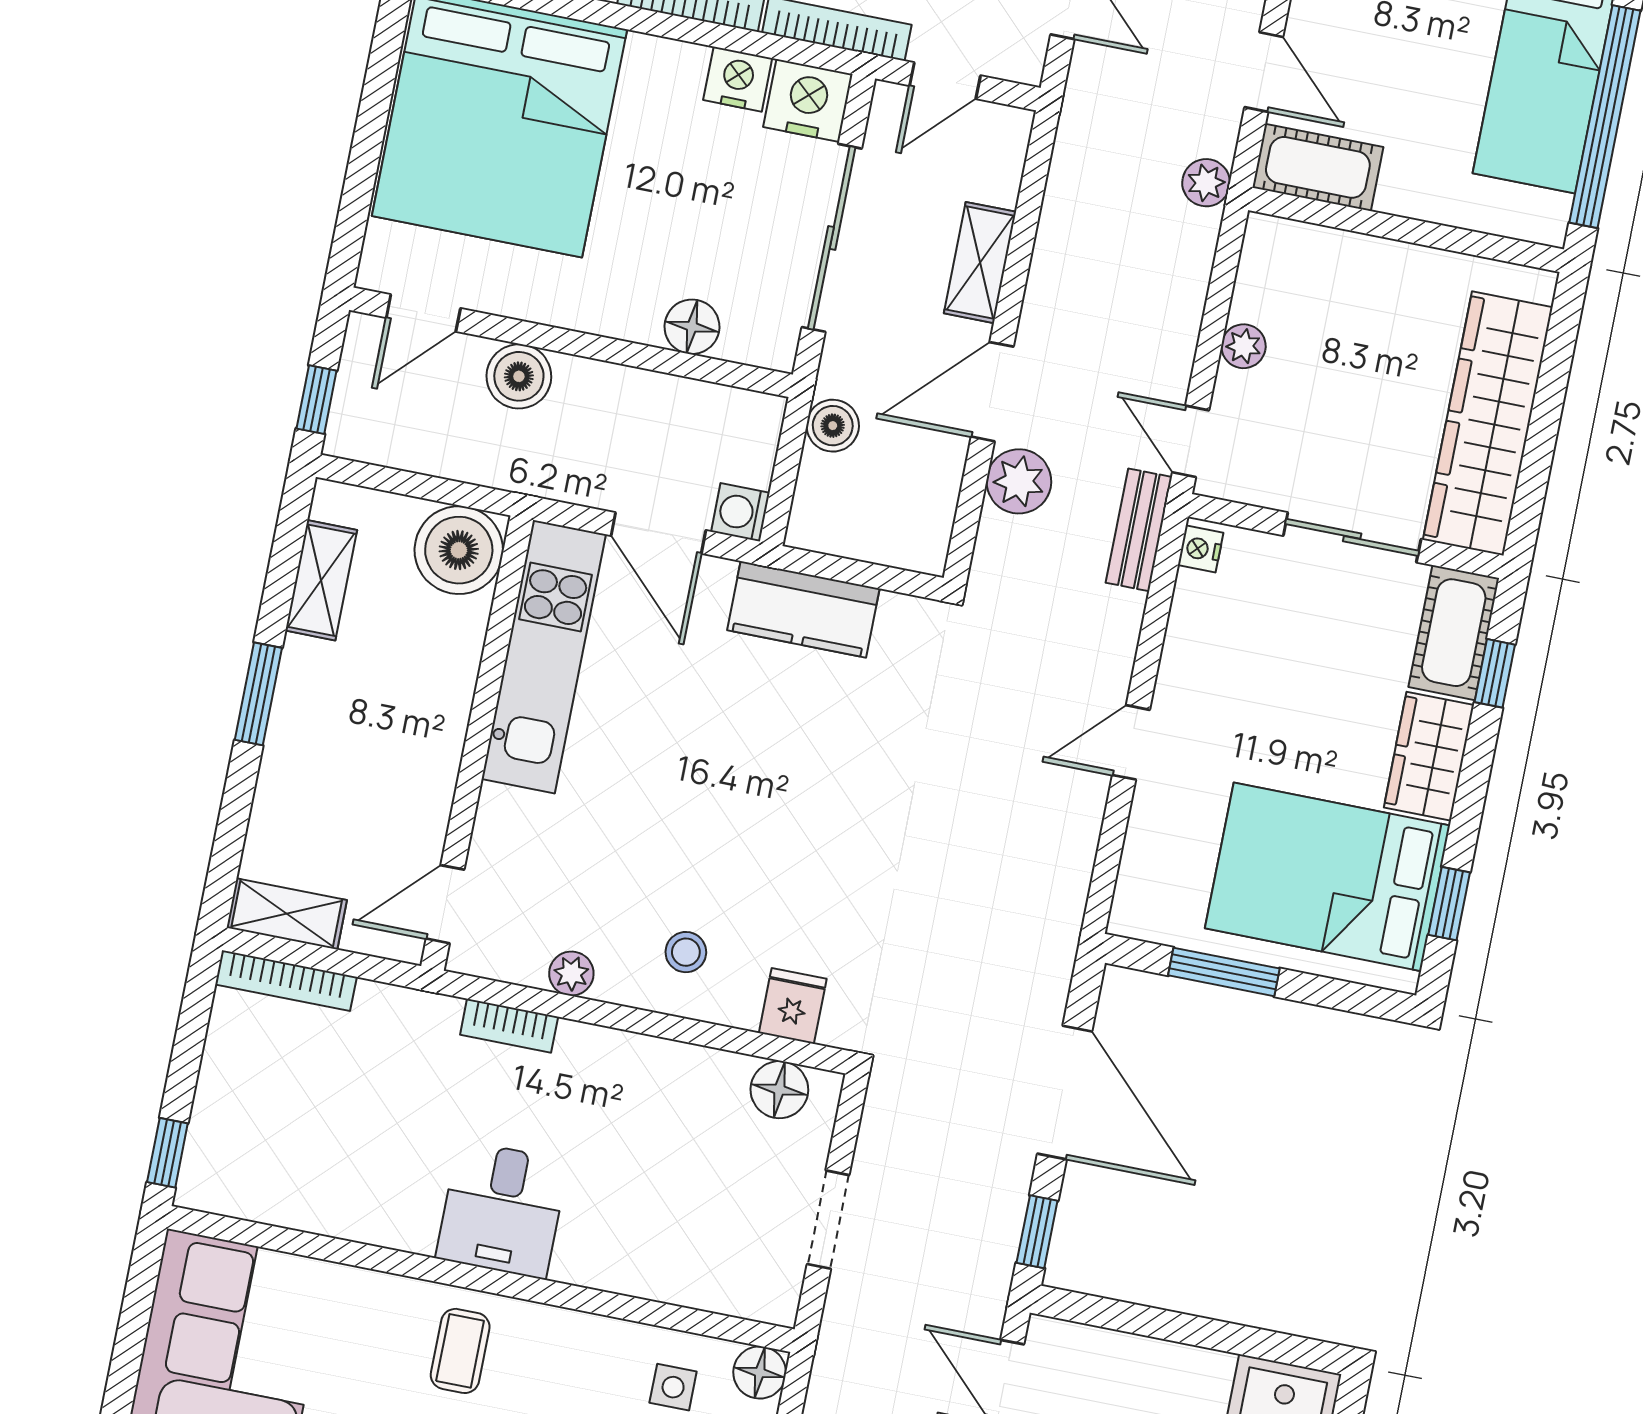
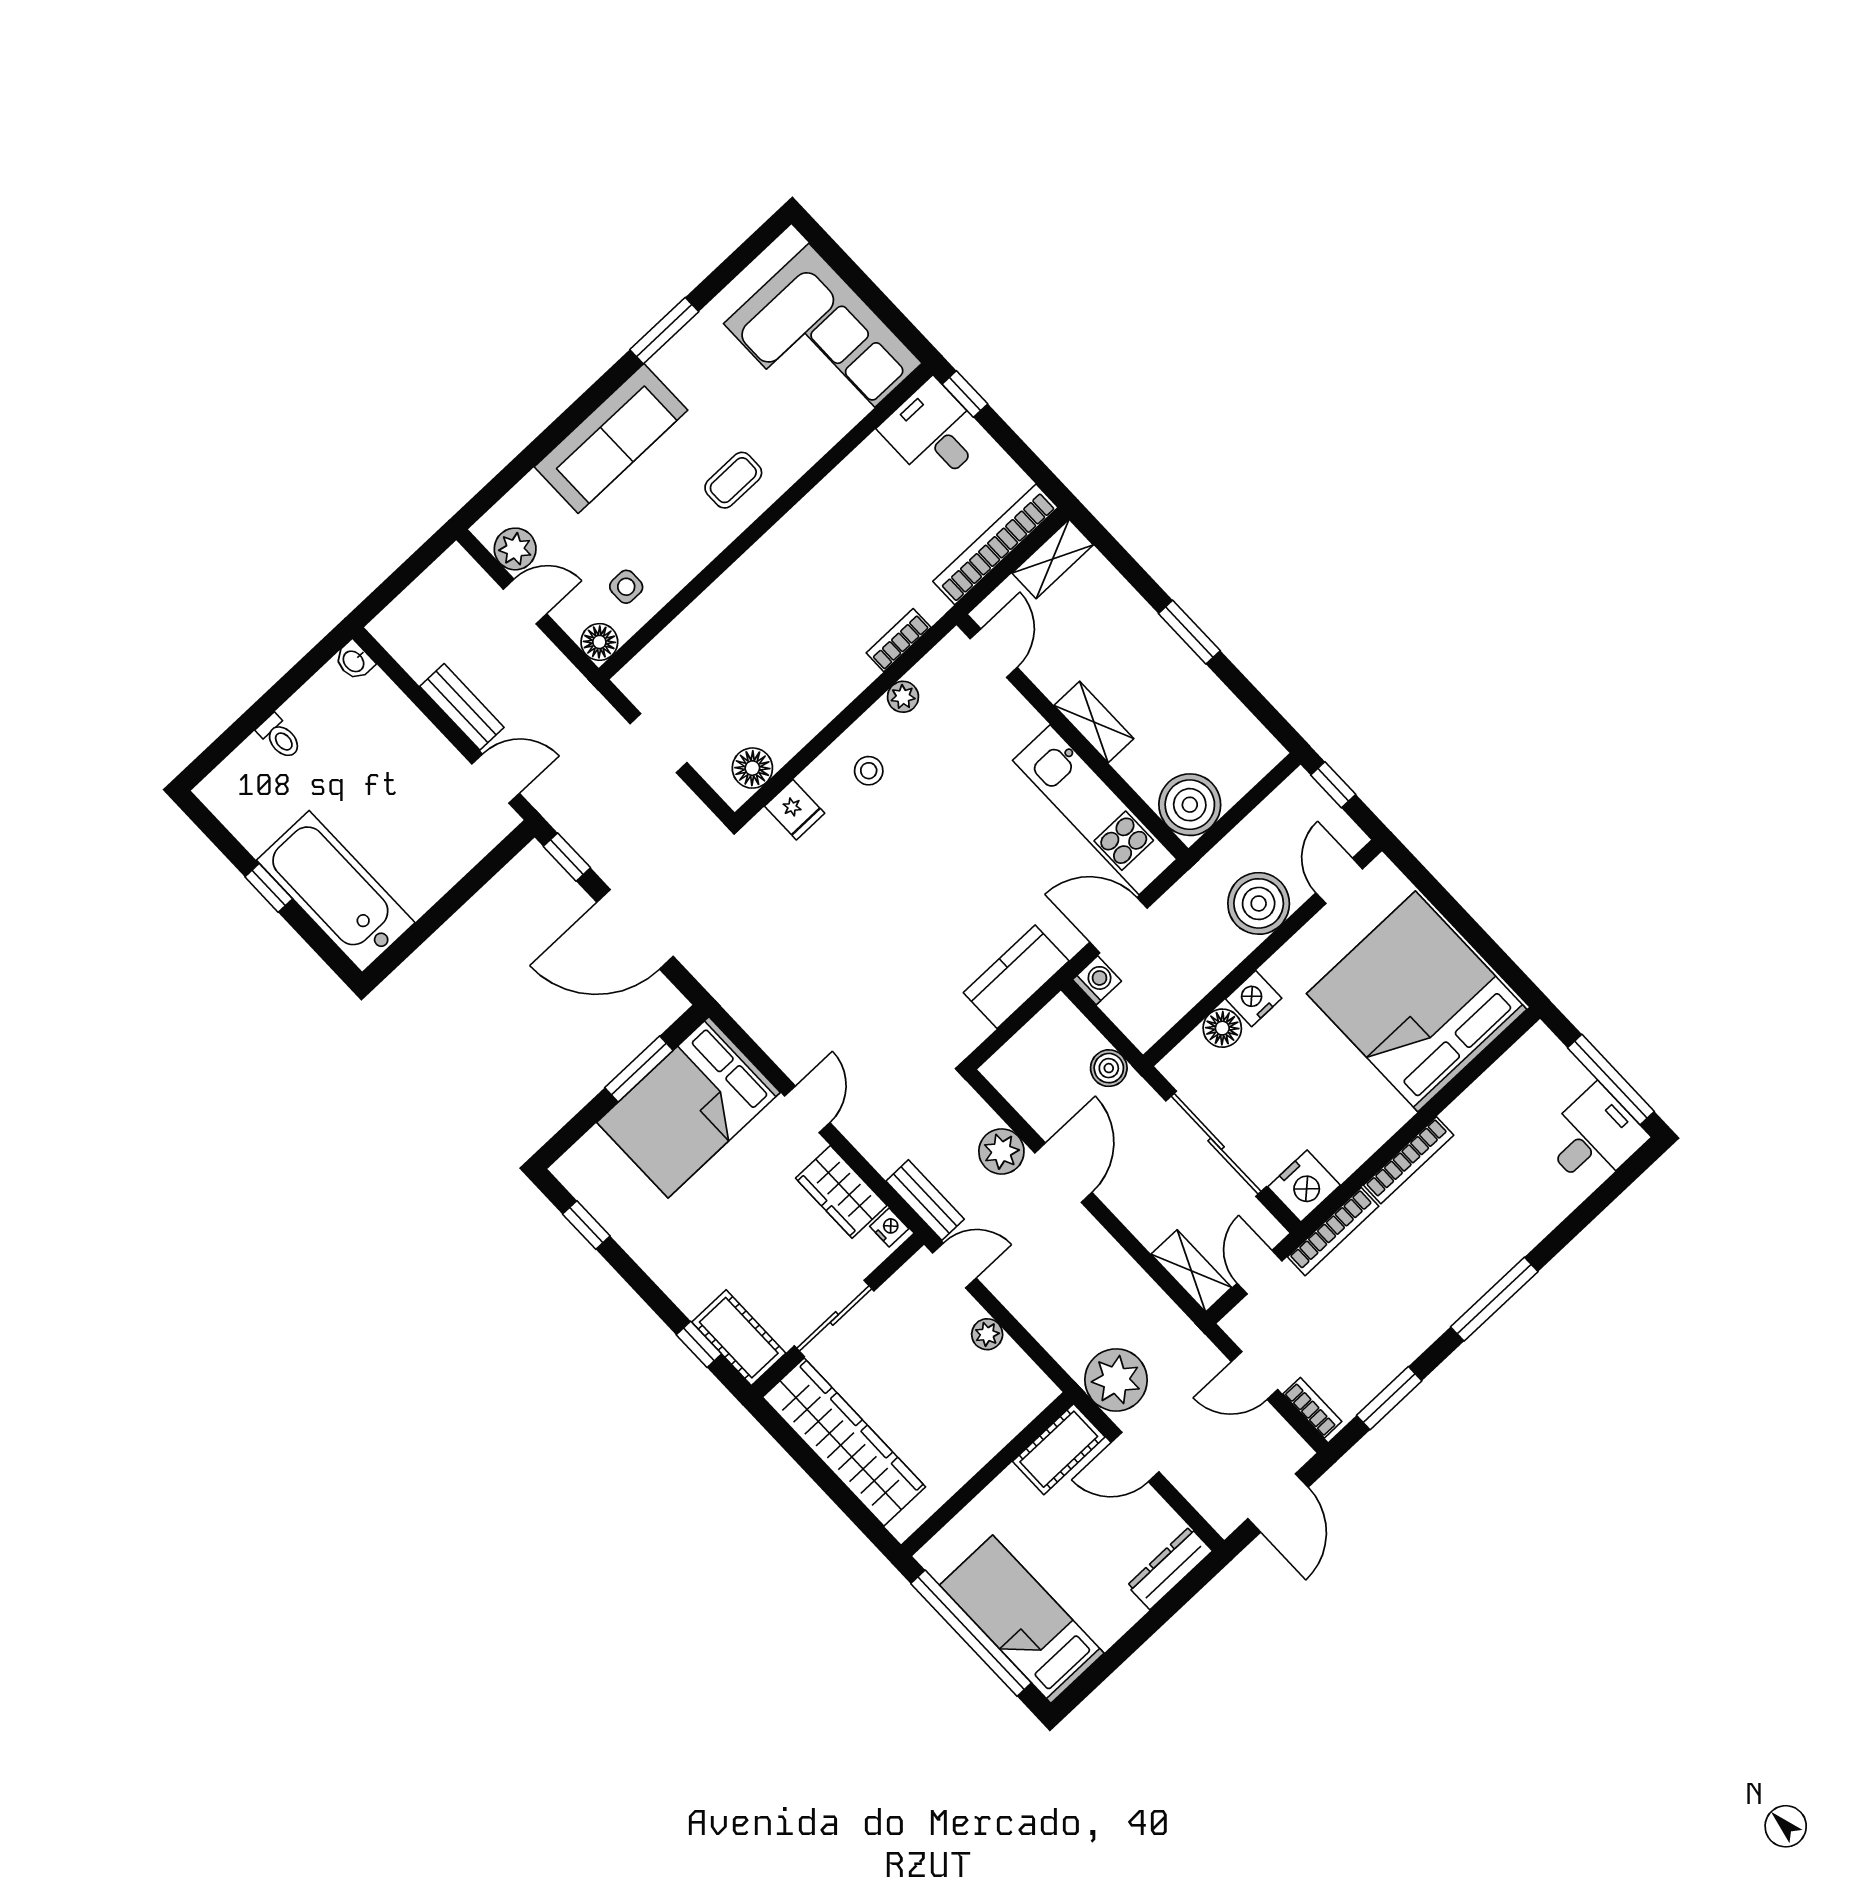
nightstand: (738, 79) -> (1254, 999), moved, turned 180
plant: (1206, 183) -> (1116, 1380), width x1.88, depth x1.88
shelving: (980, 263) -> (1191, 1271), moved
boiler: (519, 376) -> (1259, 903), width x1.37, depth x1.37
shelving: (321, 580) -> (1094, 722), moved
wardrobe: (1429, 756) -> (841, 1192), moved, turned 180
bed: (1328, 877) -> (689, 1107), moved, turned 180
bookcase: (286, 981) -> (995, 544), width x1.48, depth x1.31
desk: (502, 1210) -> (933, 433), moved
coffee table: (460, 1351) -> (733, 480), turned 90

